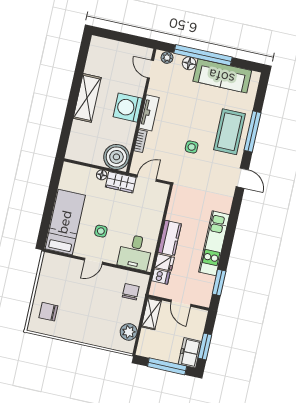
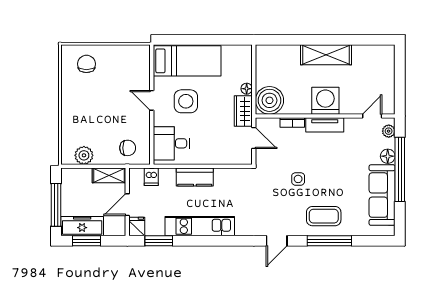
coffee table: (229, 132) -> (324, 216), width x0.73, depth x0.76
side table: (101, 231) -> (186, 101), width x1.87, depth x1.87
fridge: (164, 262) -> (137, 227), moved, turned 180
freezer: (190, 353) -> (82, 226), width x1.40

